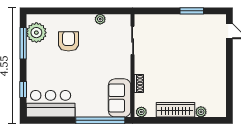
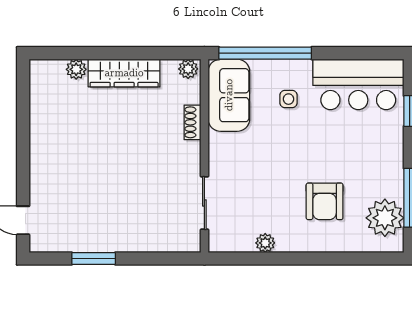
side table: (88, 96) -> (289, 99), added

